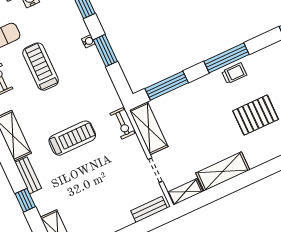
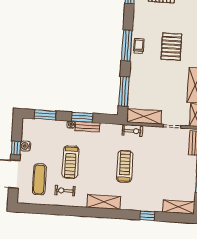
treadmill: (41, 67) -> (71, 162), turned -90
bench: (28, 175) -> (87, 127), moved

